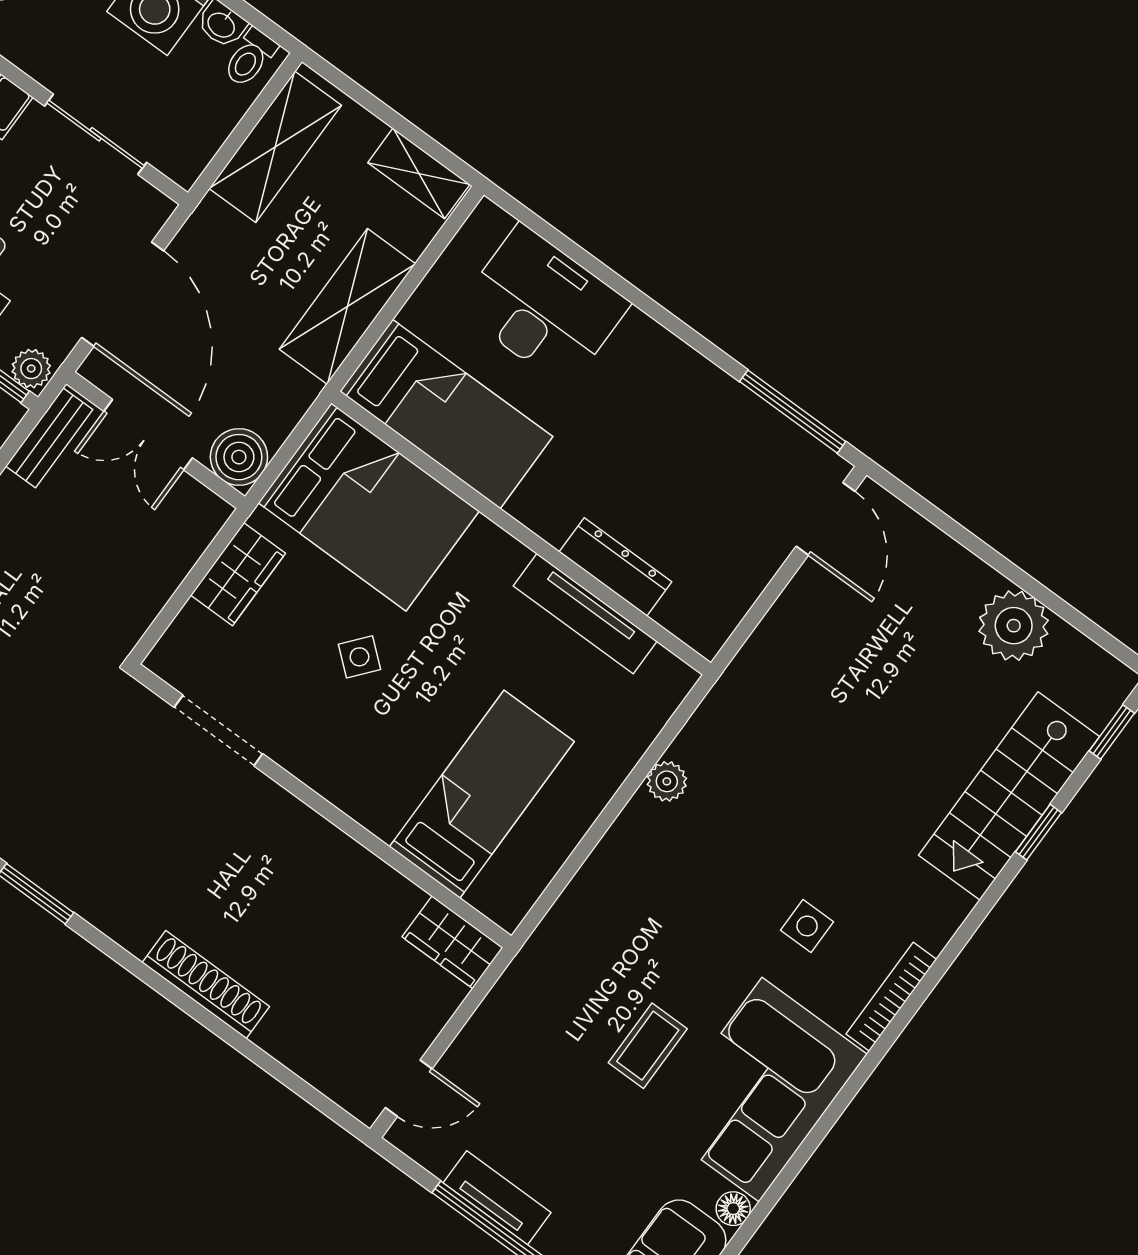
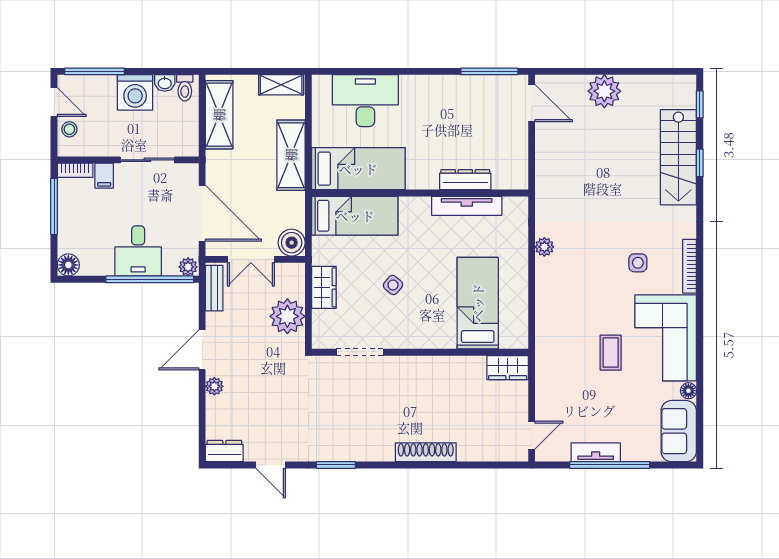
bed: (369, 507) -> (355, 216), width x0.67
plant: (139, 578) -> (287, 316), added
plant: (1014, 626) -> (604, 91), moved

